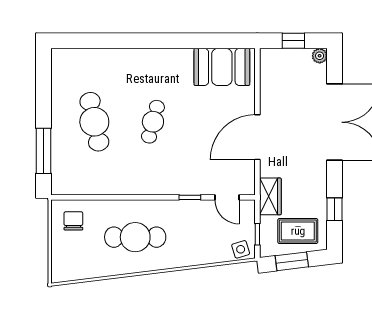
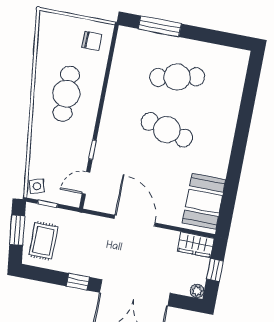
cafe table: (153, 122) -> (167, 130), width x1.37, depth x1.35
wardrobe: (270, 196) -> (196, 245), moved
window: (334, 209) -> (78, 282), moved

